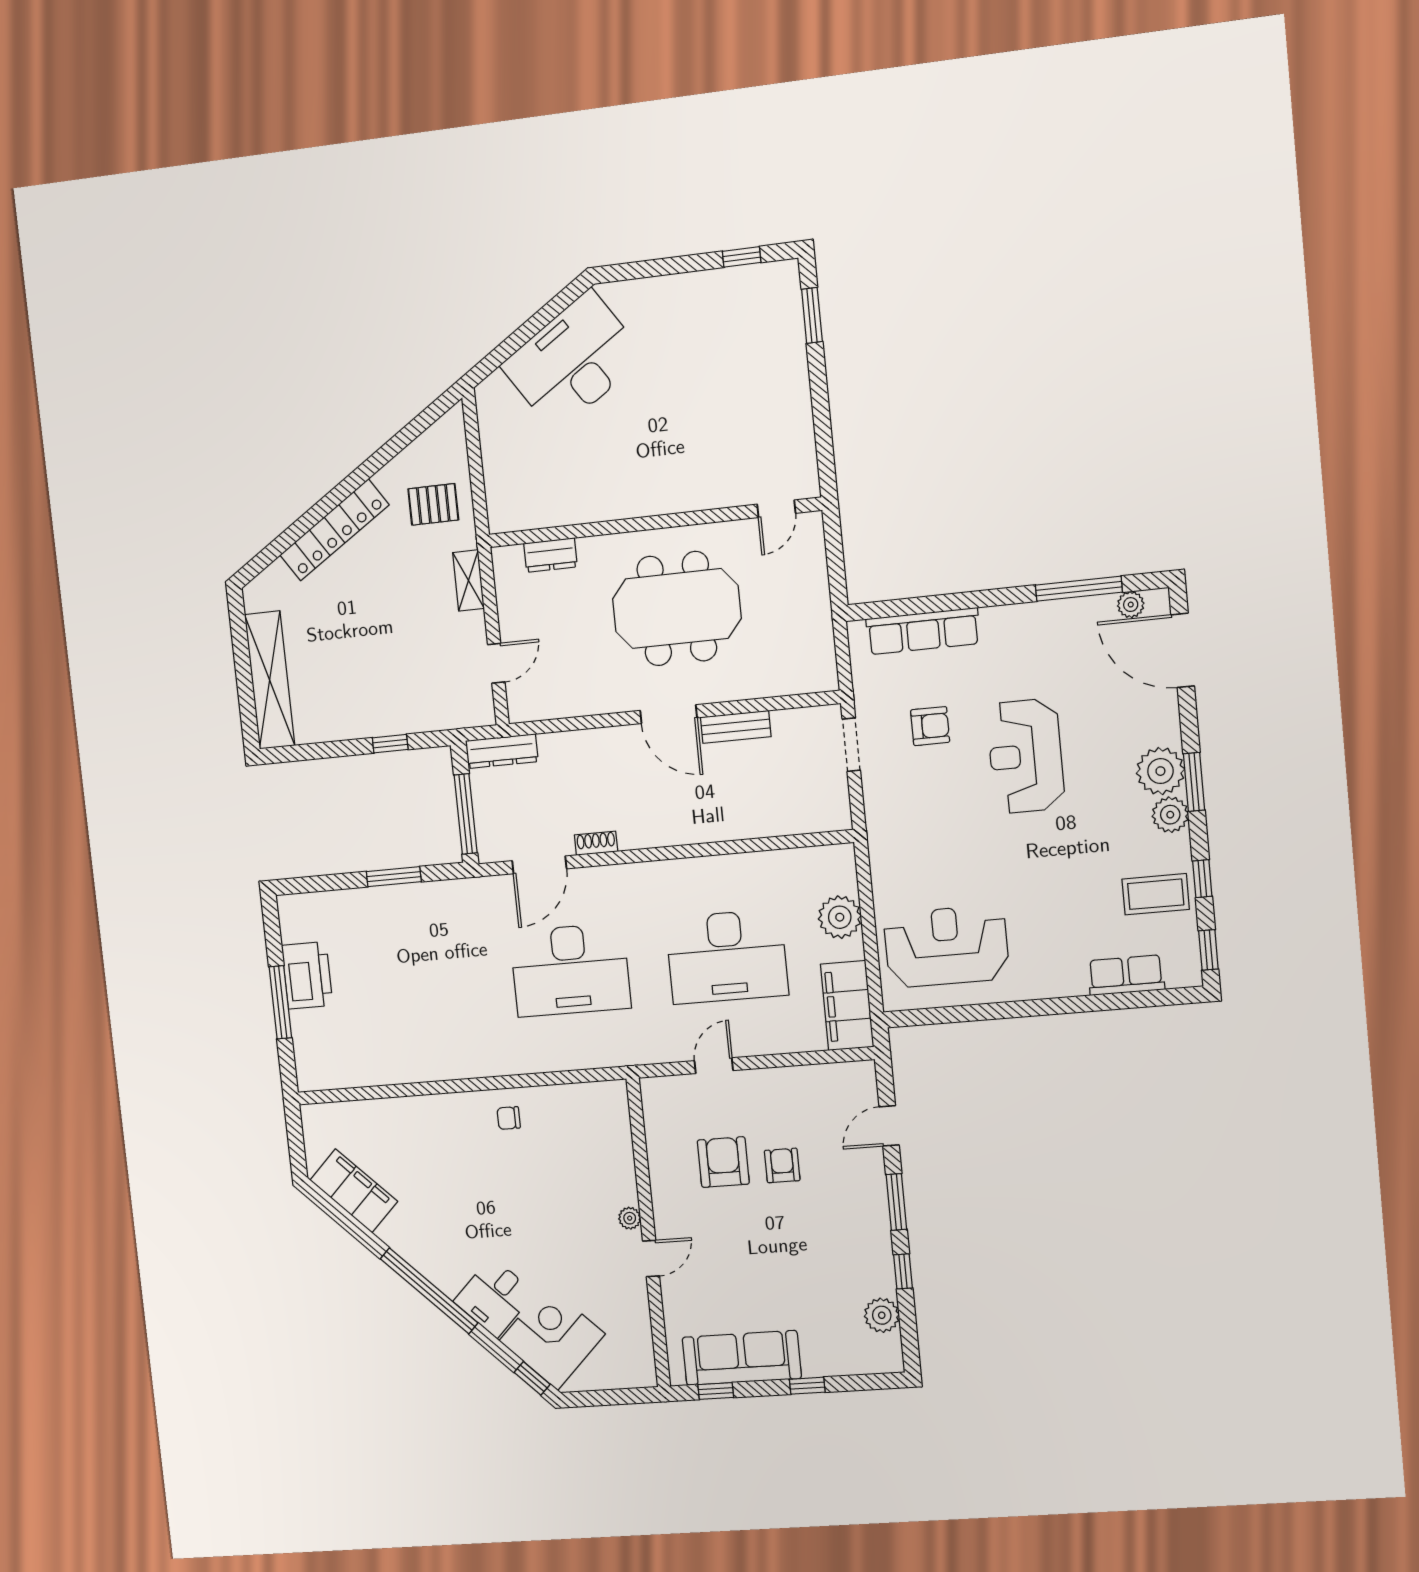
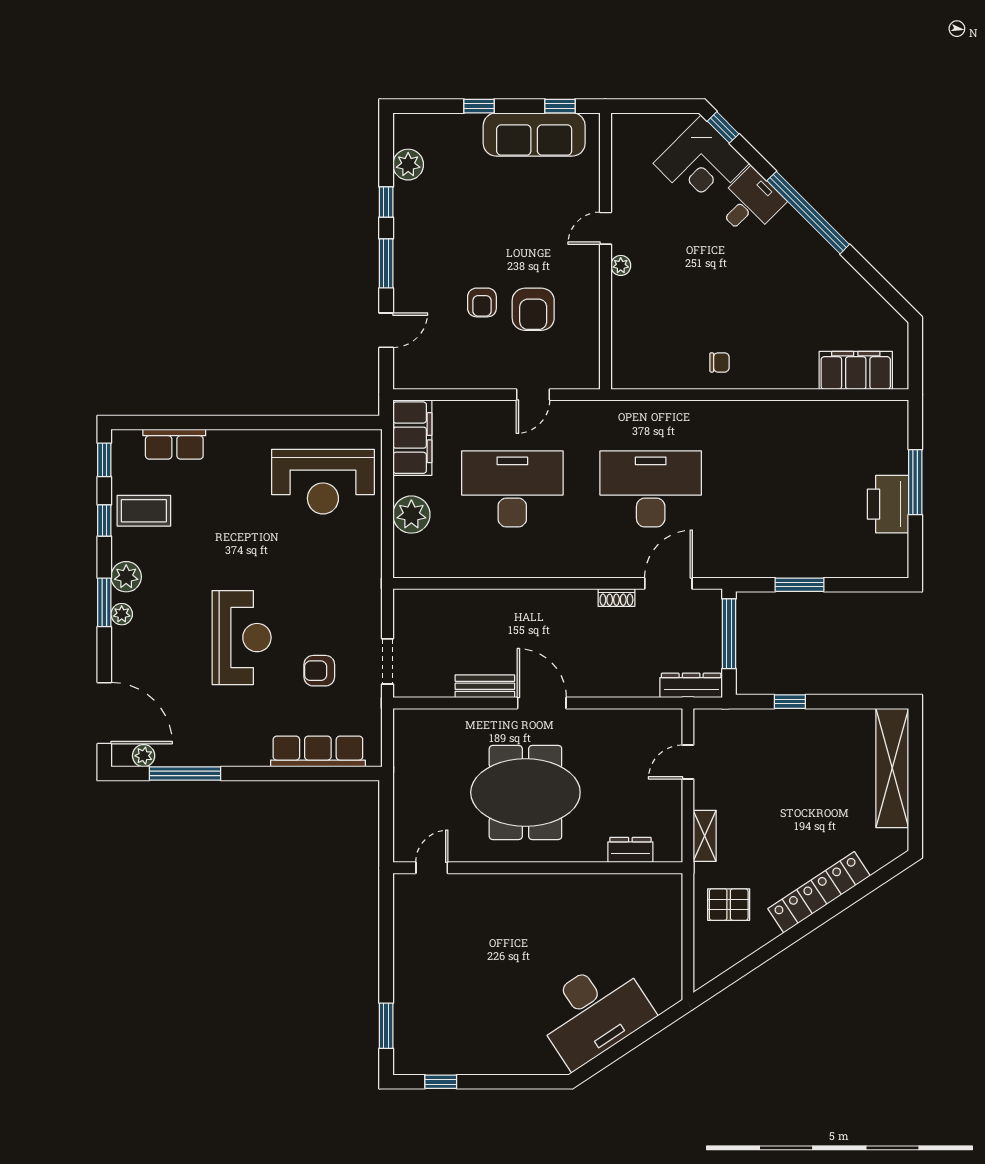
plant: (1160, 771) -> (122, 614), width x0.53, depth x0.53
filing cabinet: (354, 1191) -> (856, 370), moved, turned 135

